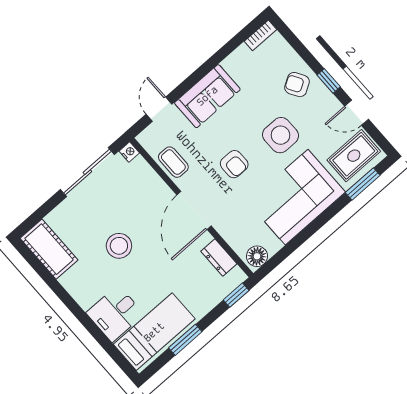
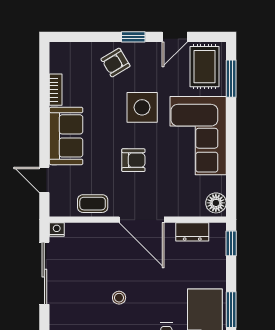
bookcase: (260, 35) -> (56, 90), moved
stool: (119, 246) -> (119, 298), width x0.53, depth x0.53

